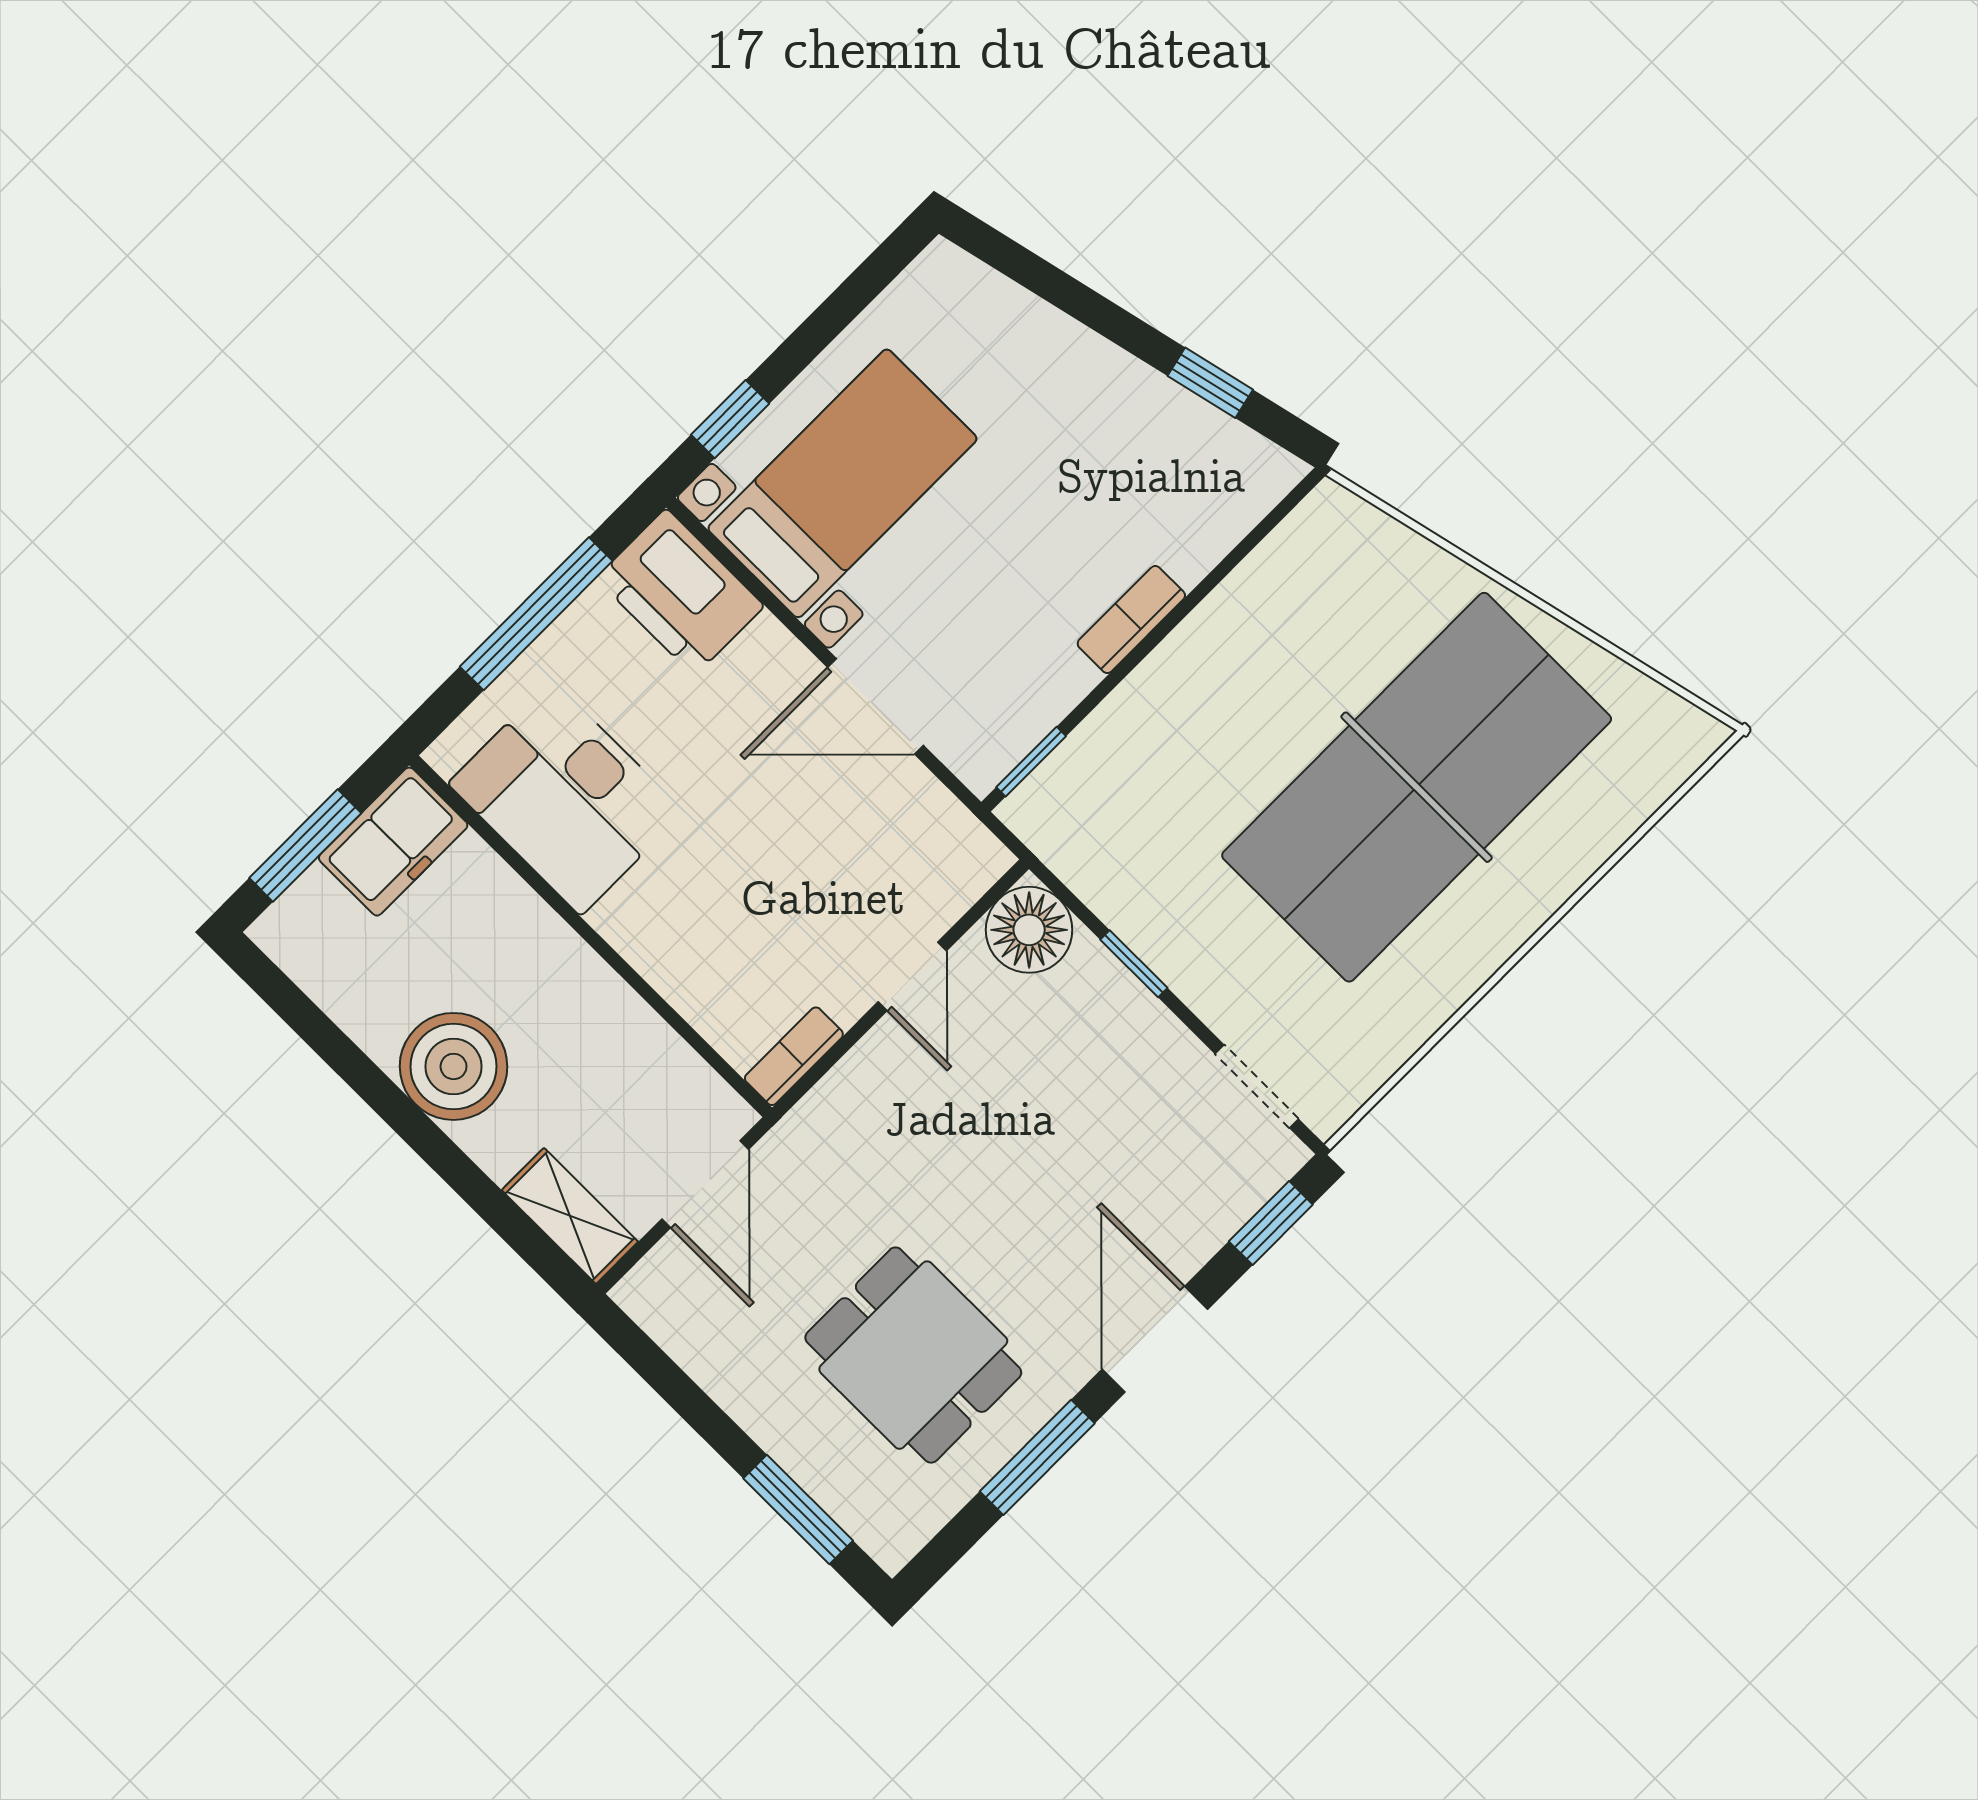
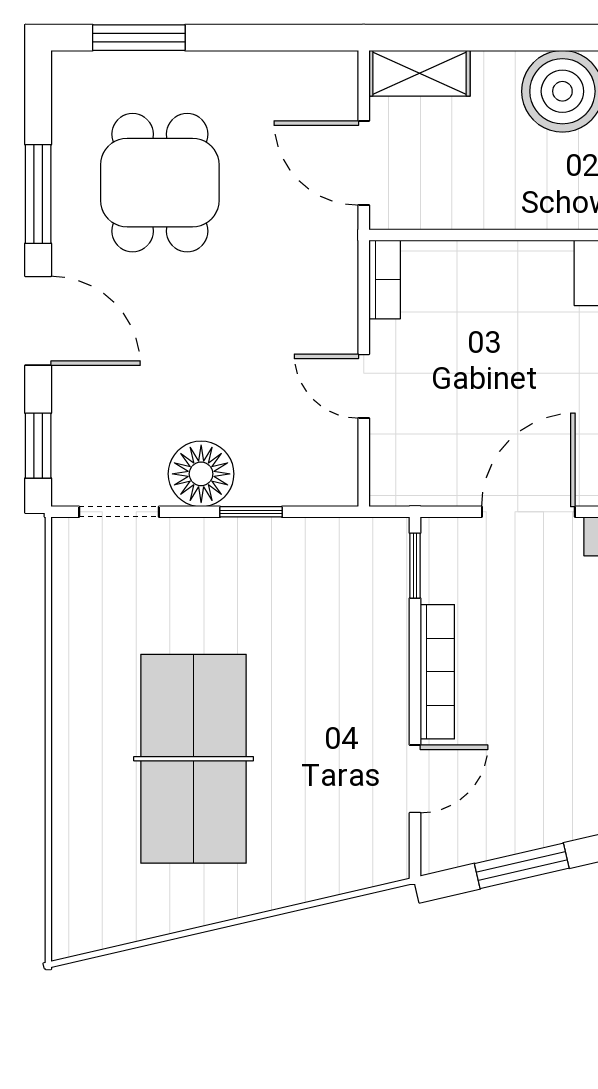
window: (1210, 383) -> (522, 866), width x1.50
door: (1229, 563) -> (415, 779), added
bookcase: (1131, 619) -> (437, 672), width x1.56
table tennis table: (1417, 787) -> (194, 759), width x0.73, depth x0.76
floor lamp: (1029, 930) -> (201, 474), moved
dining table: (913, 1355) -> (160, 183), turned 90

